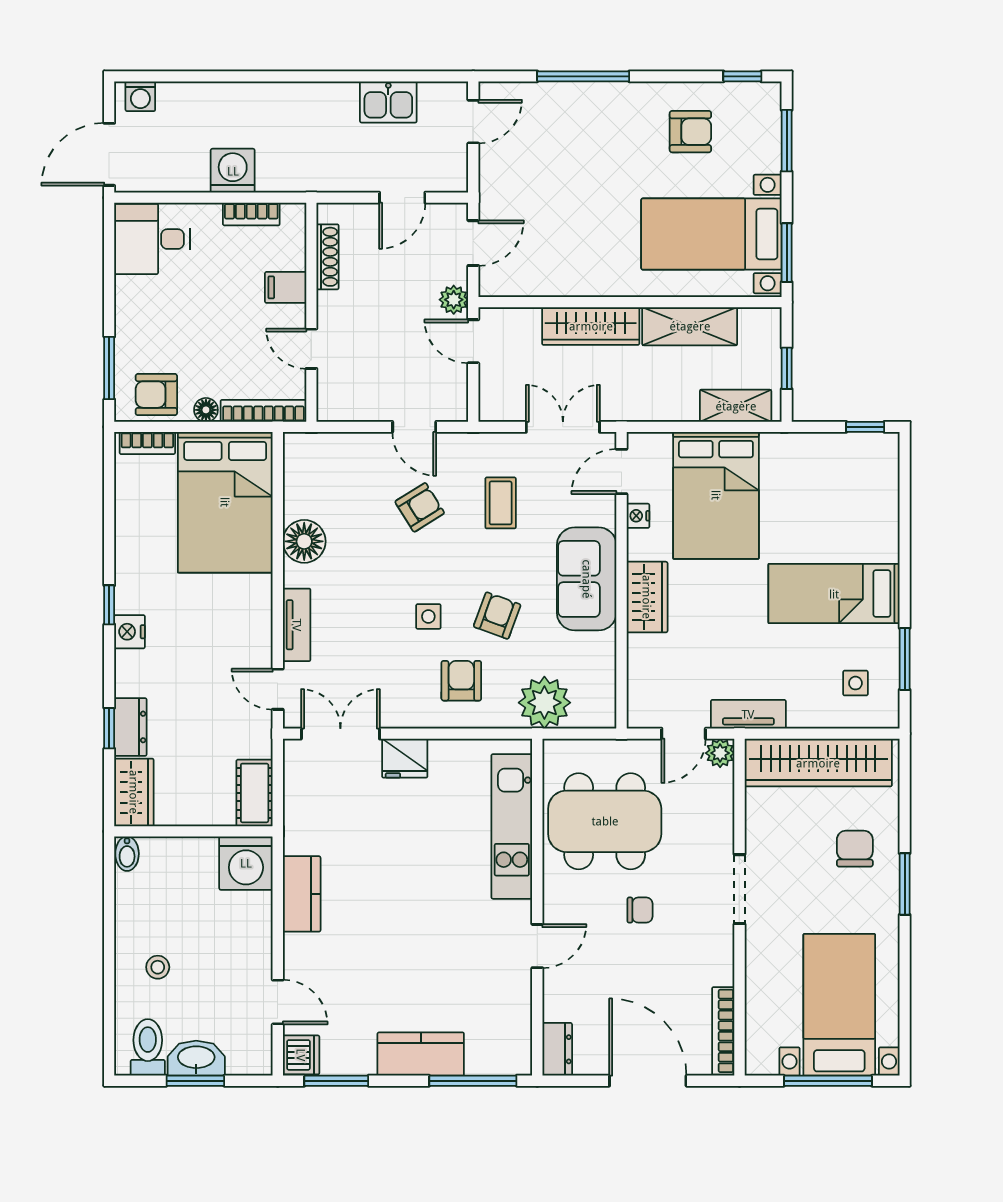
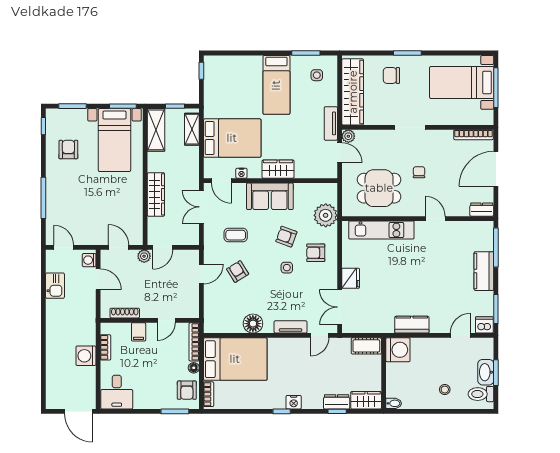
washing machine: (140, 96) -> (89, 260), moved, turned 180
shelving: (690, 326) -> (156, 130), moved
dining table: (605, 821) -> (379, 188), width x0.73

